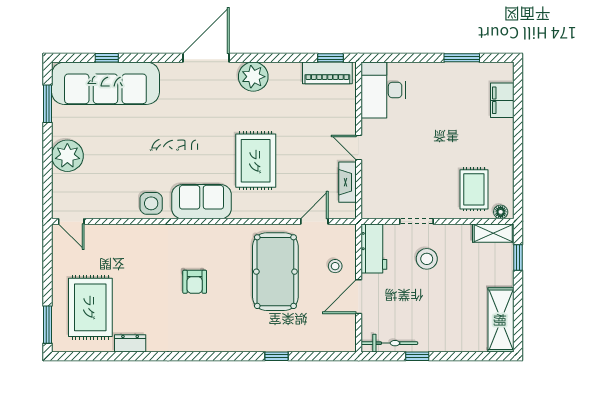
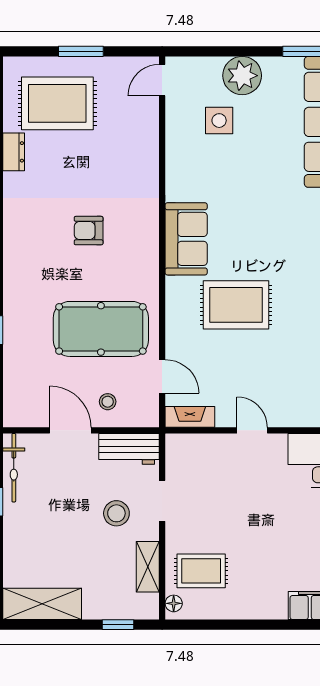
door: (359, 148) -> (252, 430), hinge flipped
fireplace: (348, 182) -> (190, 417), moved
side table: (151, 203) -> (219, 121), moved
shelving: (493, 233) -> (148, 567), moved
window: (48, 325) -> (81, 51), moved

